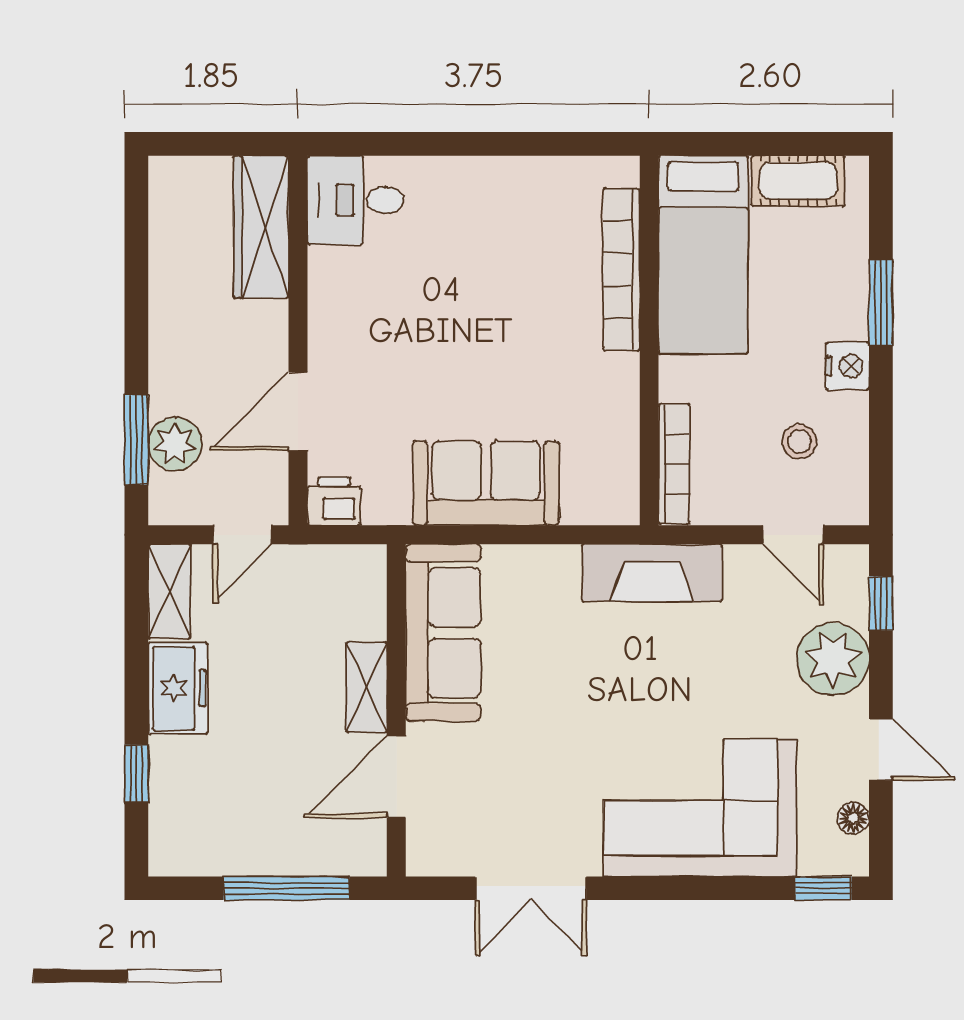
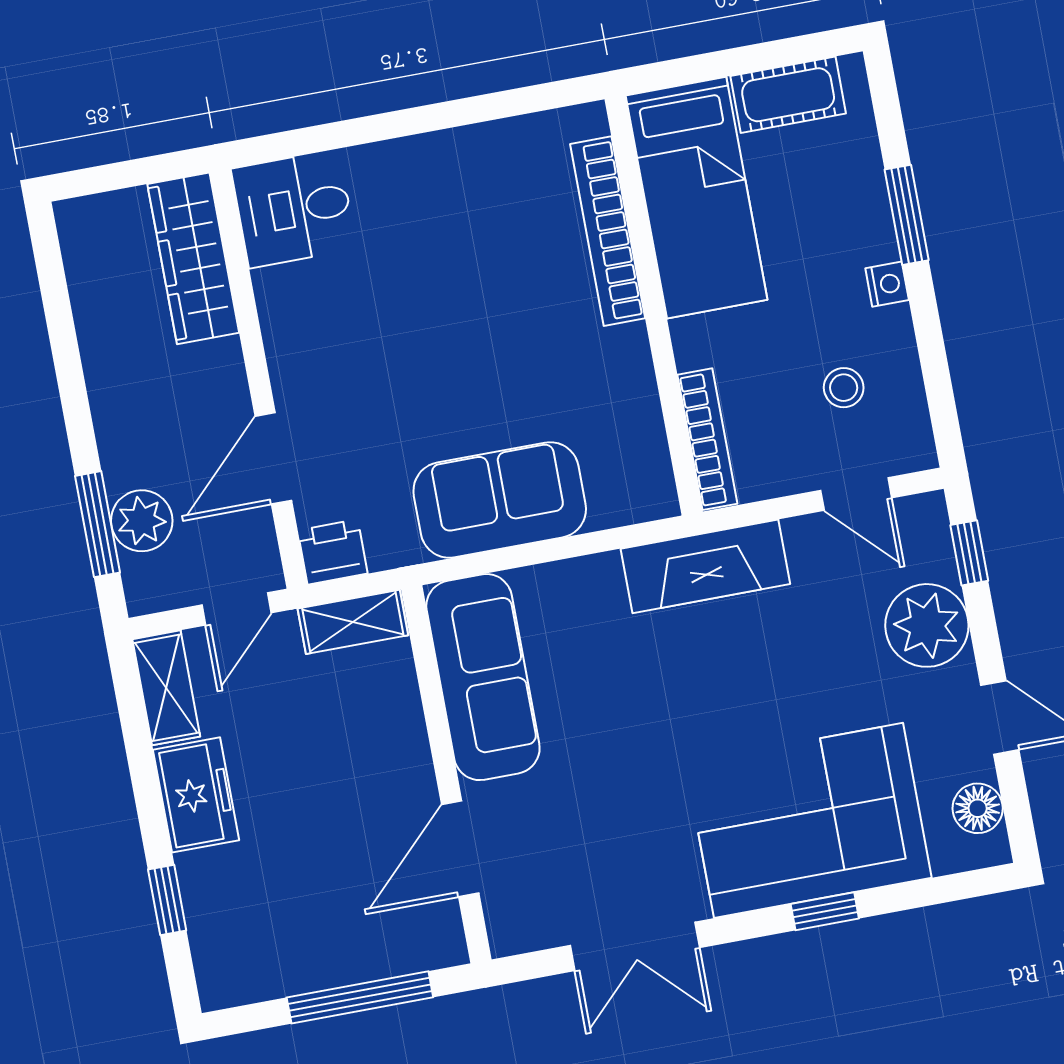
nightstand: (847, 366) -> (887, 284), width x0.72, depth x0.74
shelving: (367, 687) -> (353, 622), moved, turned 90
floor lamp: (853, 818) -> (978, 808), width x1.37, depth x1.37
window: (823, 888) -> (825, 911), moved

